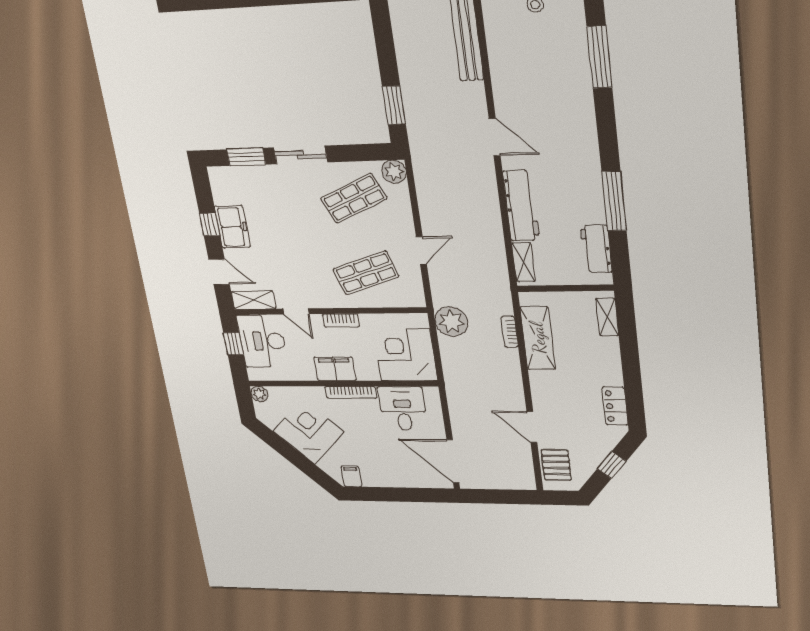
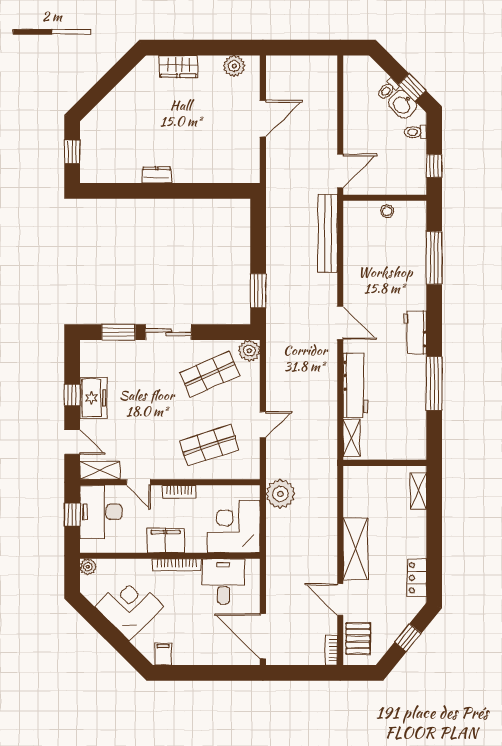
workbench: (596, 249) -> (415, 333), moved
bookcase: (510, 332) -> (331, 650), moved
shelving: (538, 338) -> (356, 549), moved

